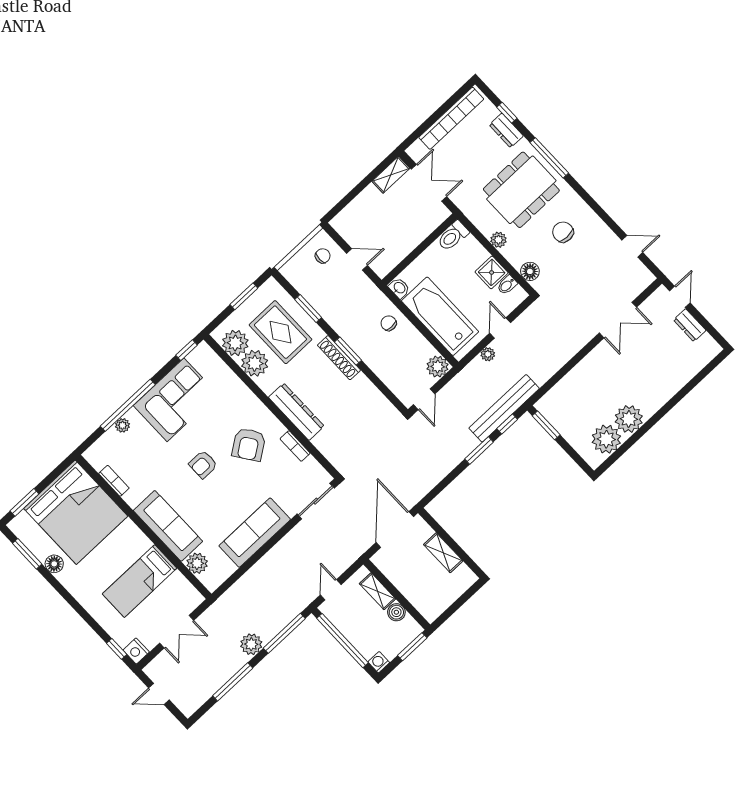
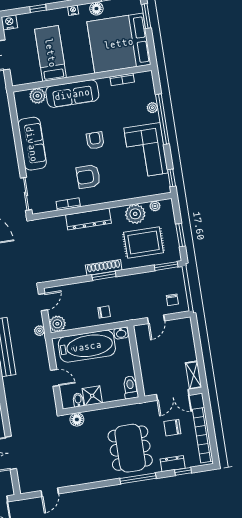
chair: (563, 232) -> (172, 428), moved, turned 180
plant: (498, 240) -> (109, 413), removed
window: (308, 308) -> (166, 266), moved
plant: (235, 343) -> (155, 206), width x0.53, depth x0.53
plant: (488, 354) -> (39, 331), moved
door: (424, 399) -> (43, 302), swing flipped
armchair: (249, 444) -> (88, 177), turned -55
nightstand: (74, 589) -> (73, 10), added
window: (117, 649) -> (38, 8), moved

